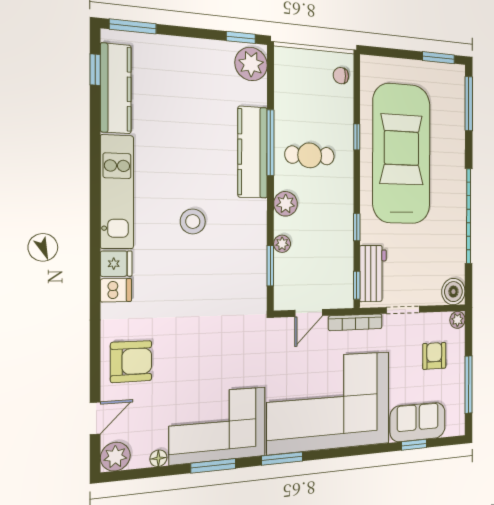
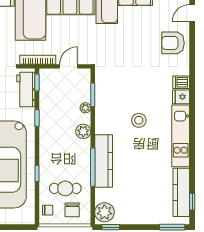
chair: (303, 73) -> (72, 210), added
cafe table: (310, 155) -> (65, 188), moved

